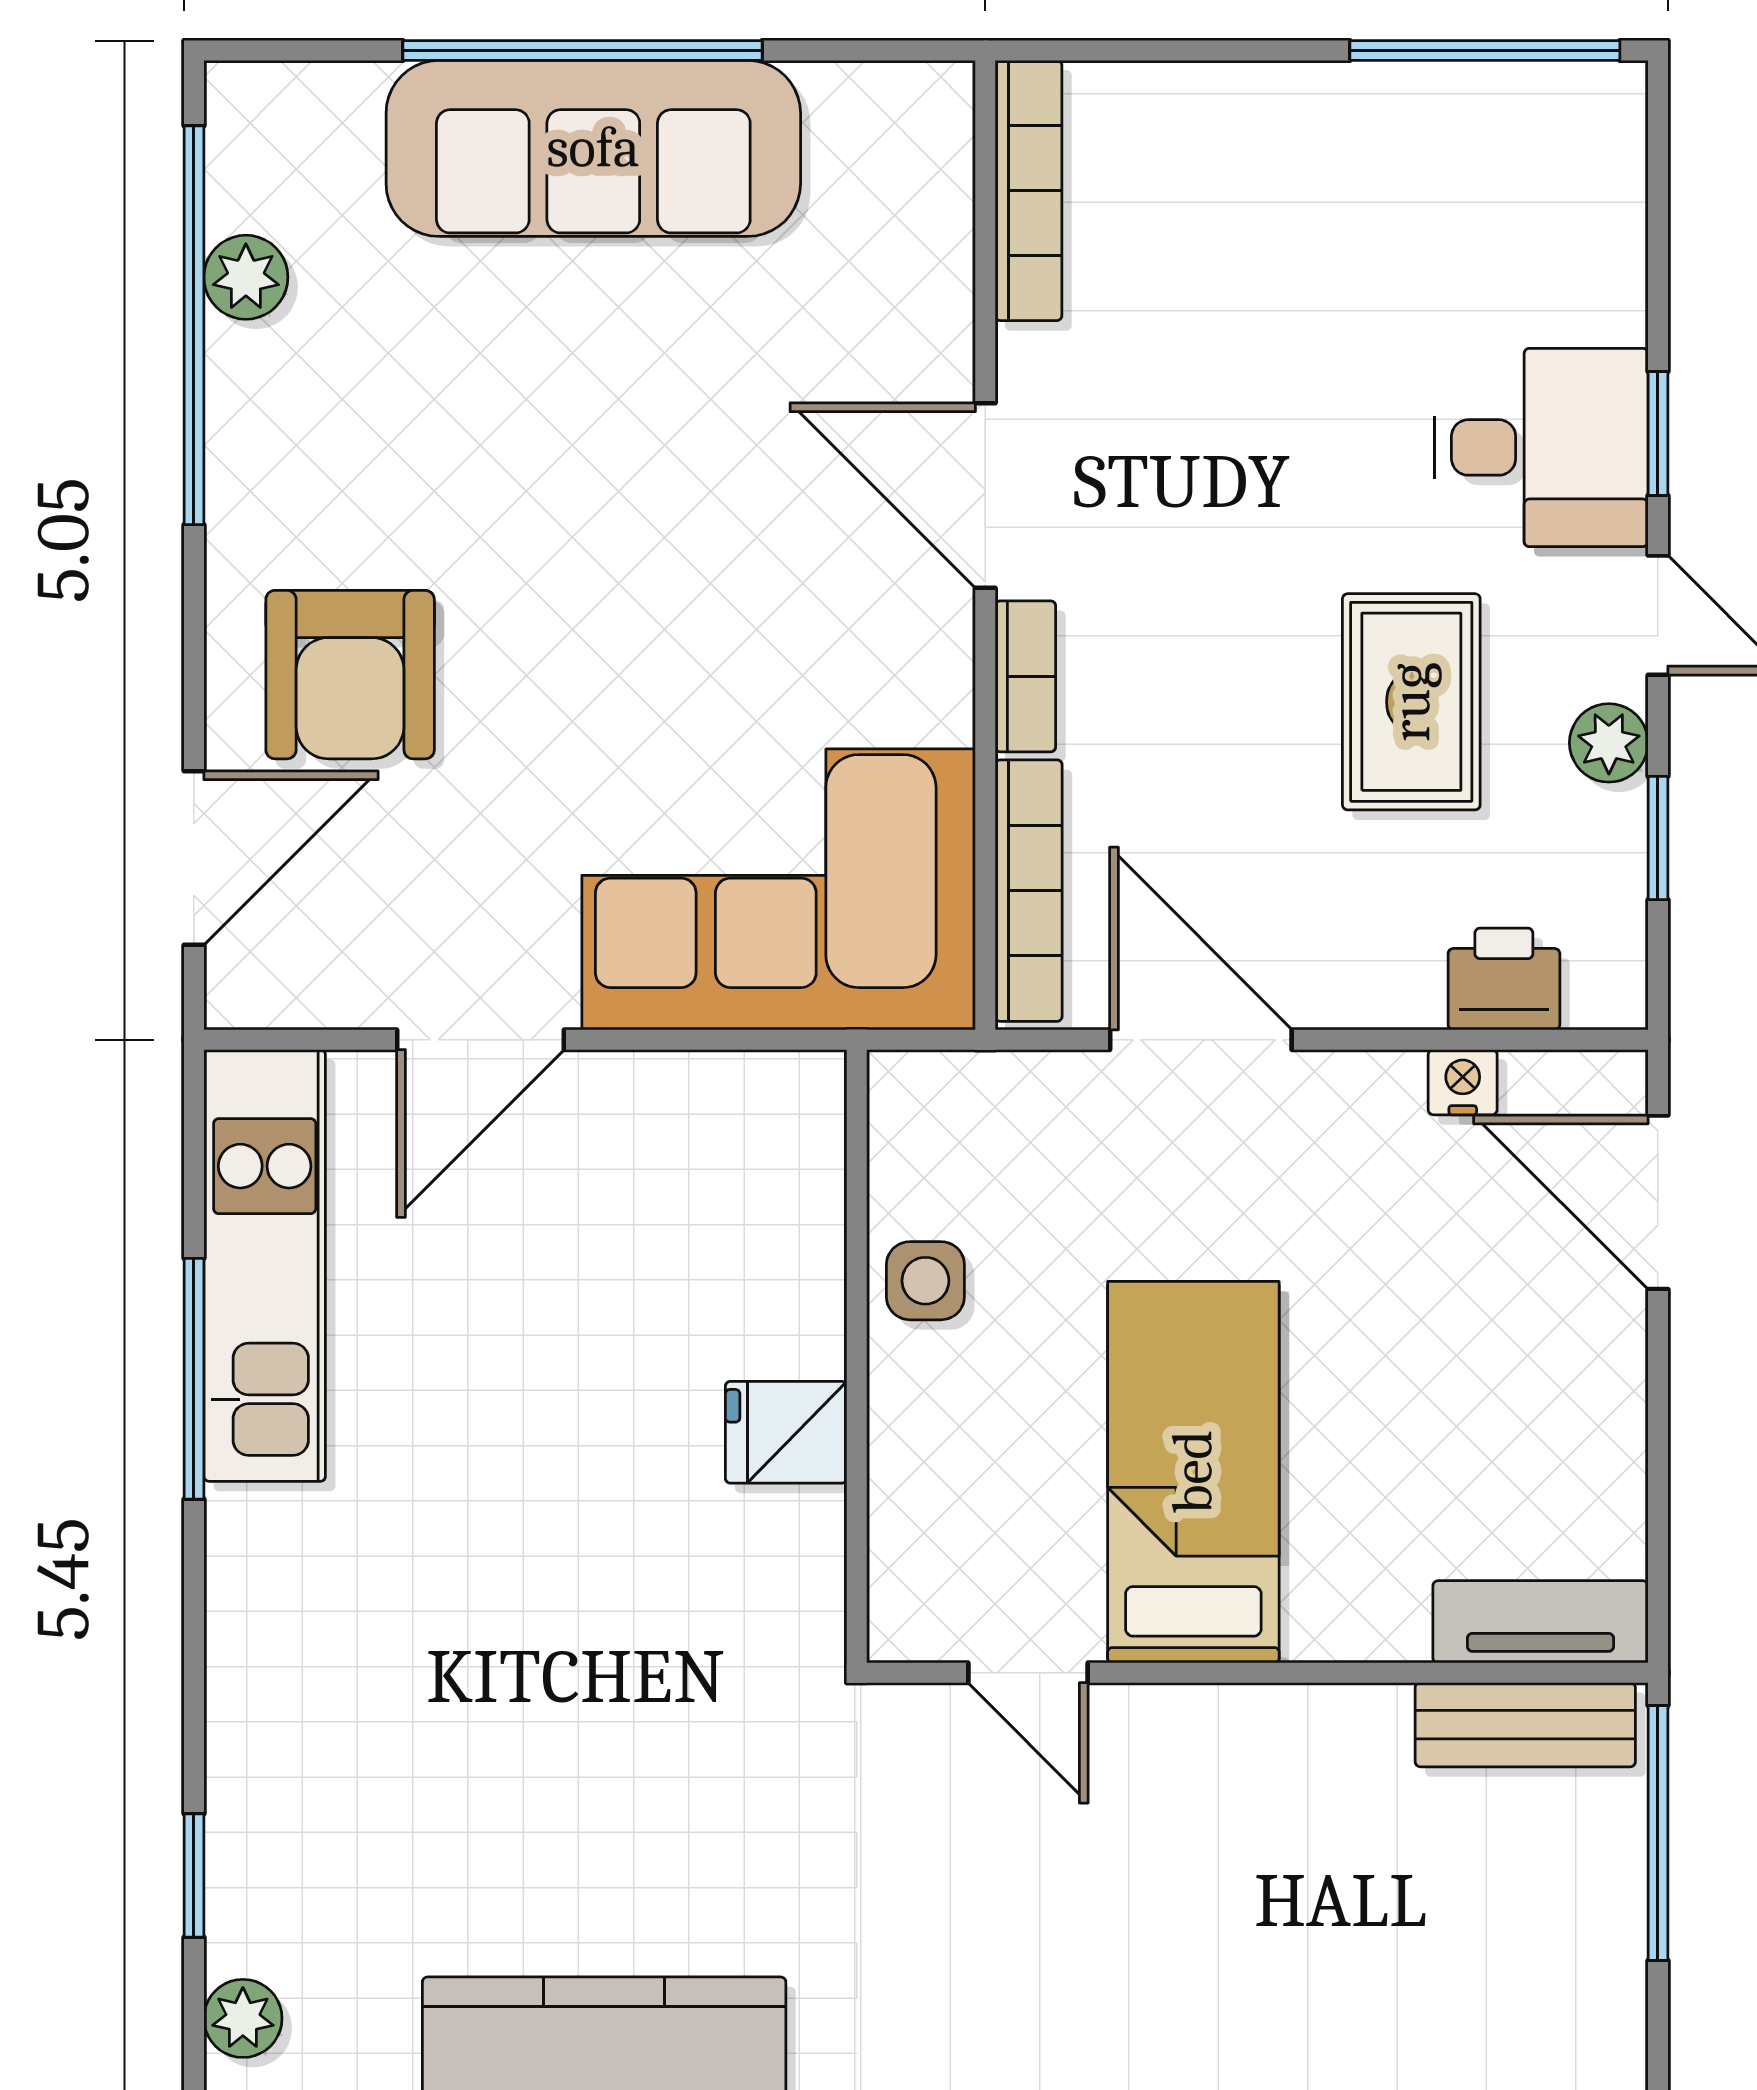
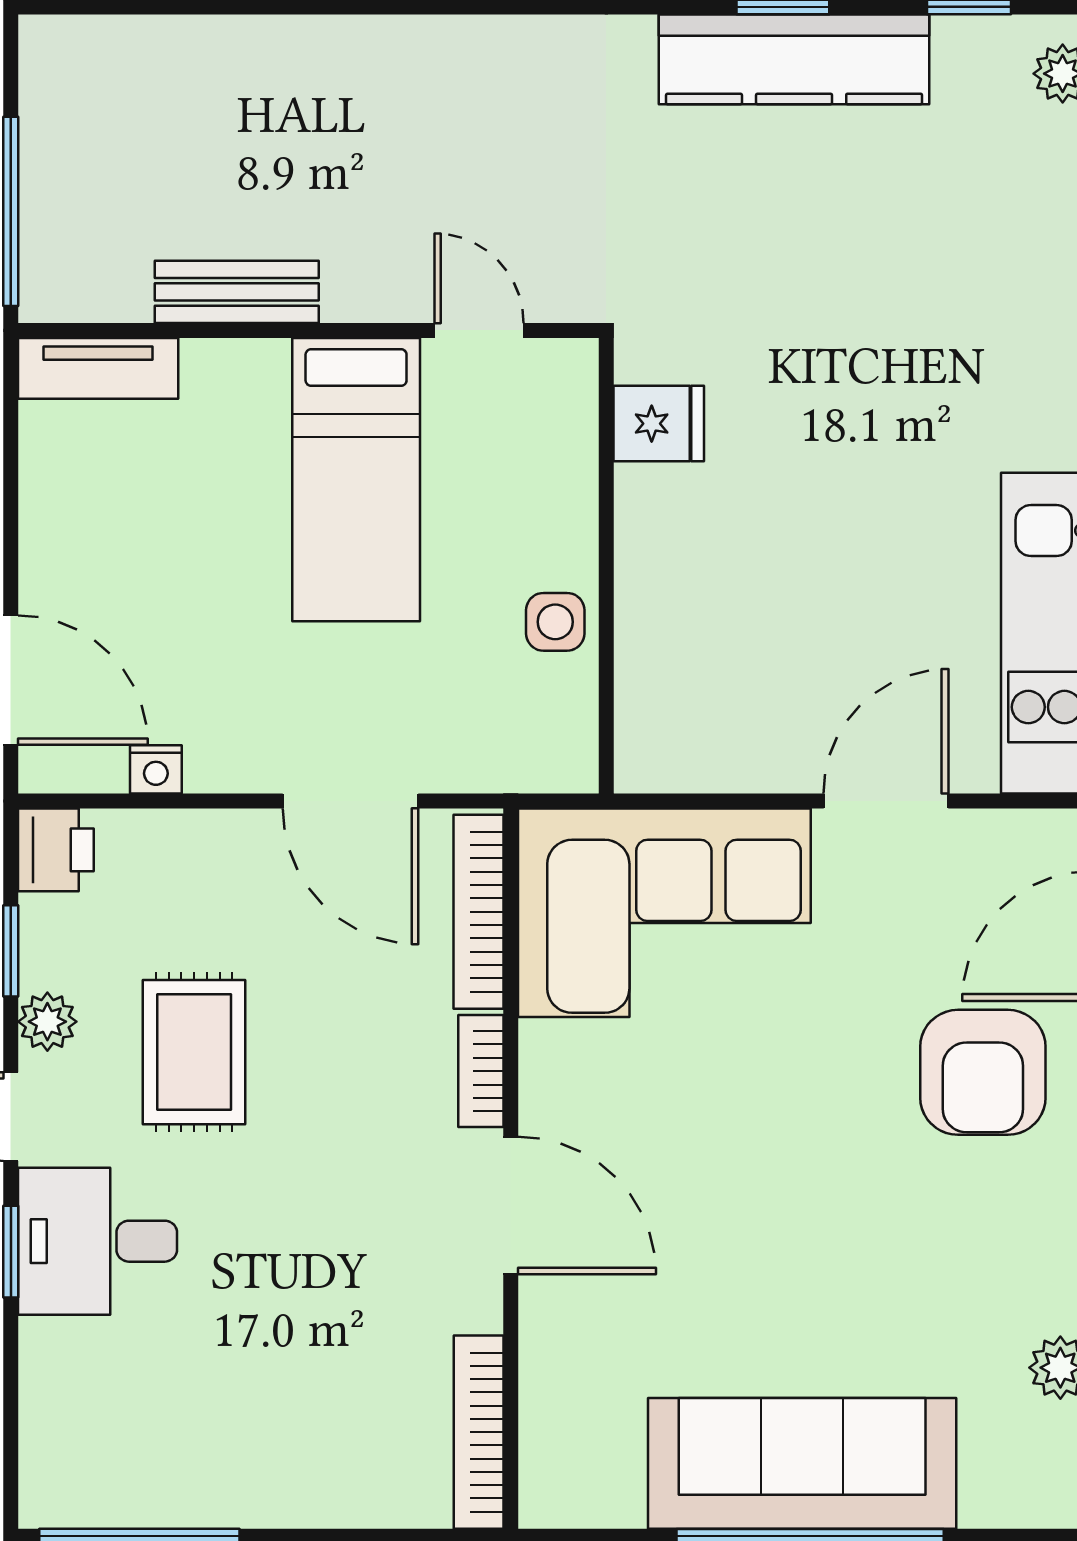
armchair: (350, 675) -> (983, 1072), turned 180
printer: (1504, 979) -> (56, 850), moved, turned -90
fridge: (786, 1432) -> (659, 424), moved
bench: (1525, 1725) -> (237, 292), moved

